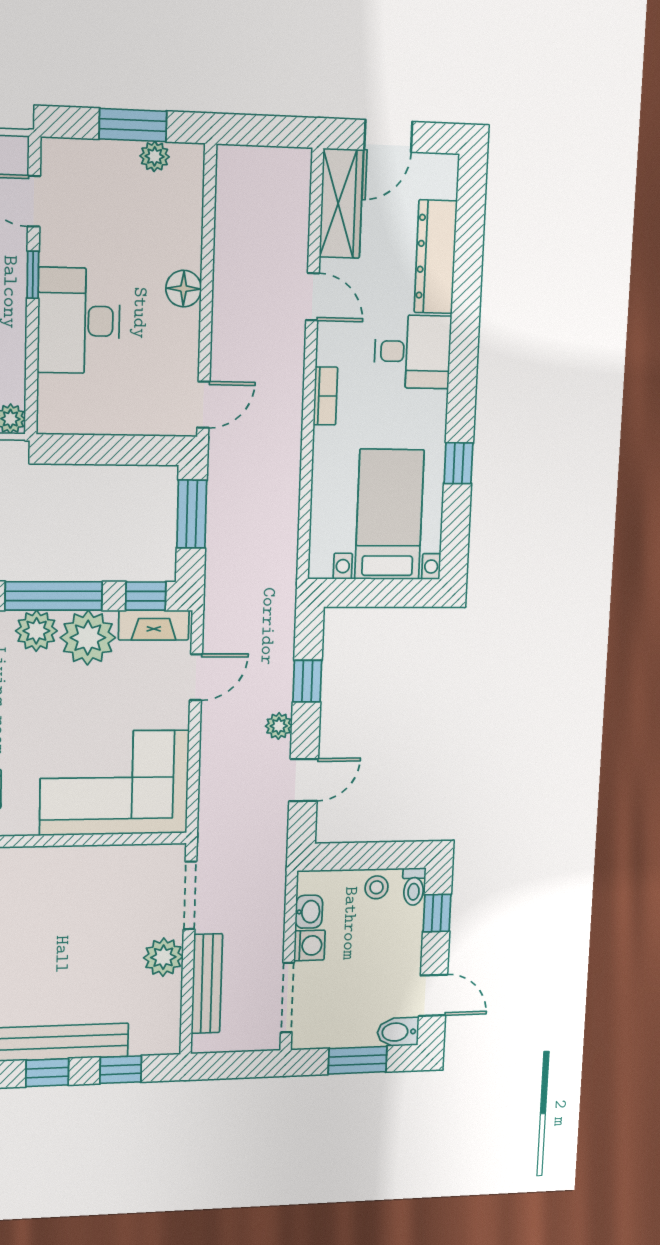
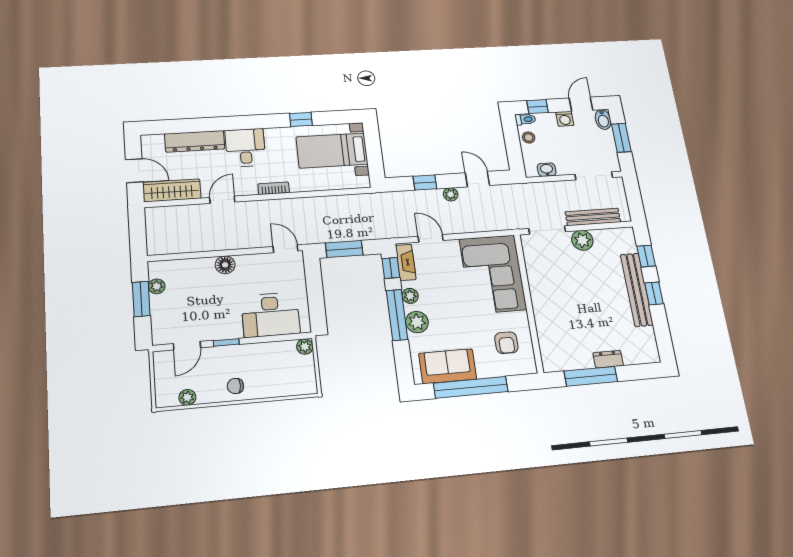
desk: (79, 321) -> (271, 315), moved
plant: (88, 638) -> (410, 296), width x0.53, depth x0.53
washing machine: (309, 945) -> (565, 119), moved, turned 180

